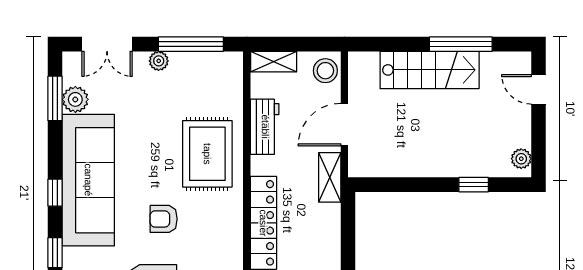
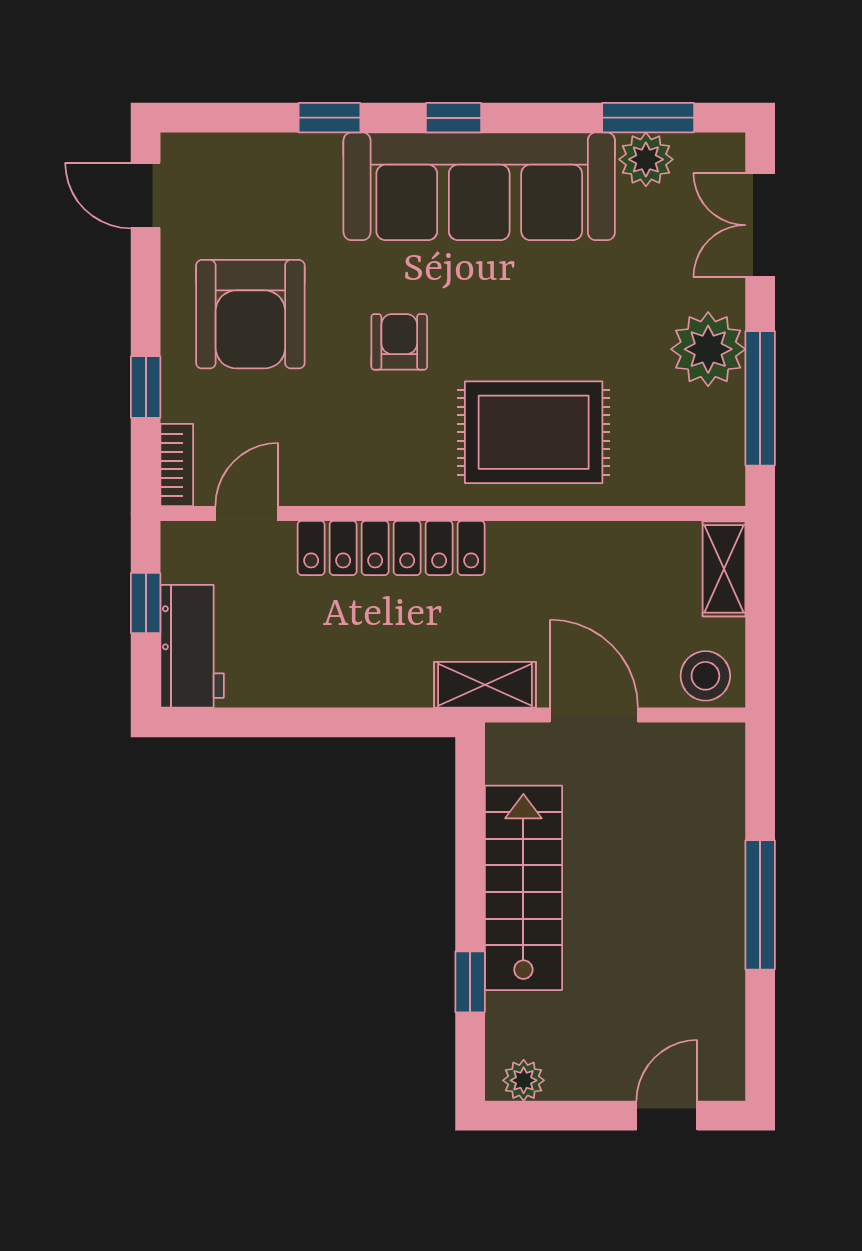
window: (461, 44) -> (760, 905), moved
plant: (159, 61) -> (708, 349), width x1.87, depth x1.87
stairs: (430, 70) -> (523, 888), moved, turned 180
workbench: (265, 127) -> (590, 550), removed

